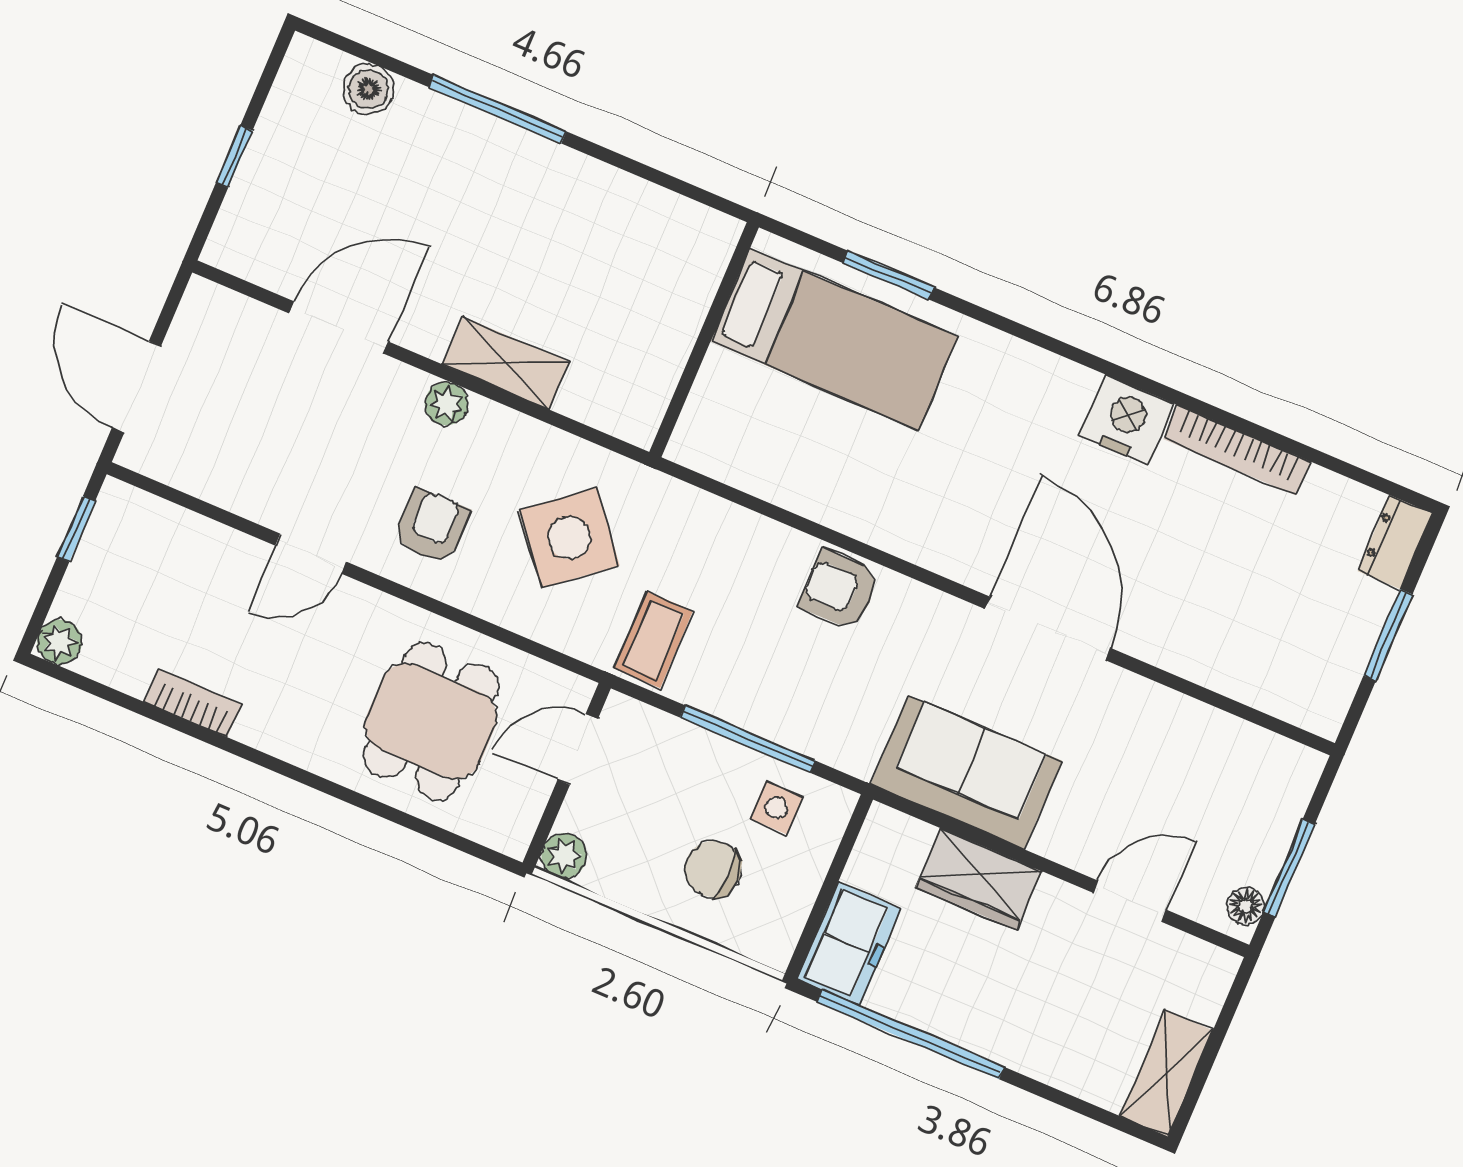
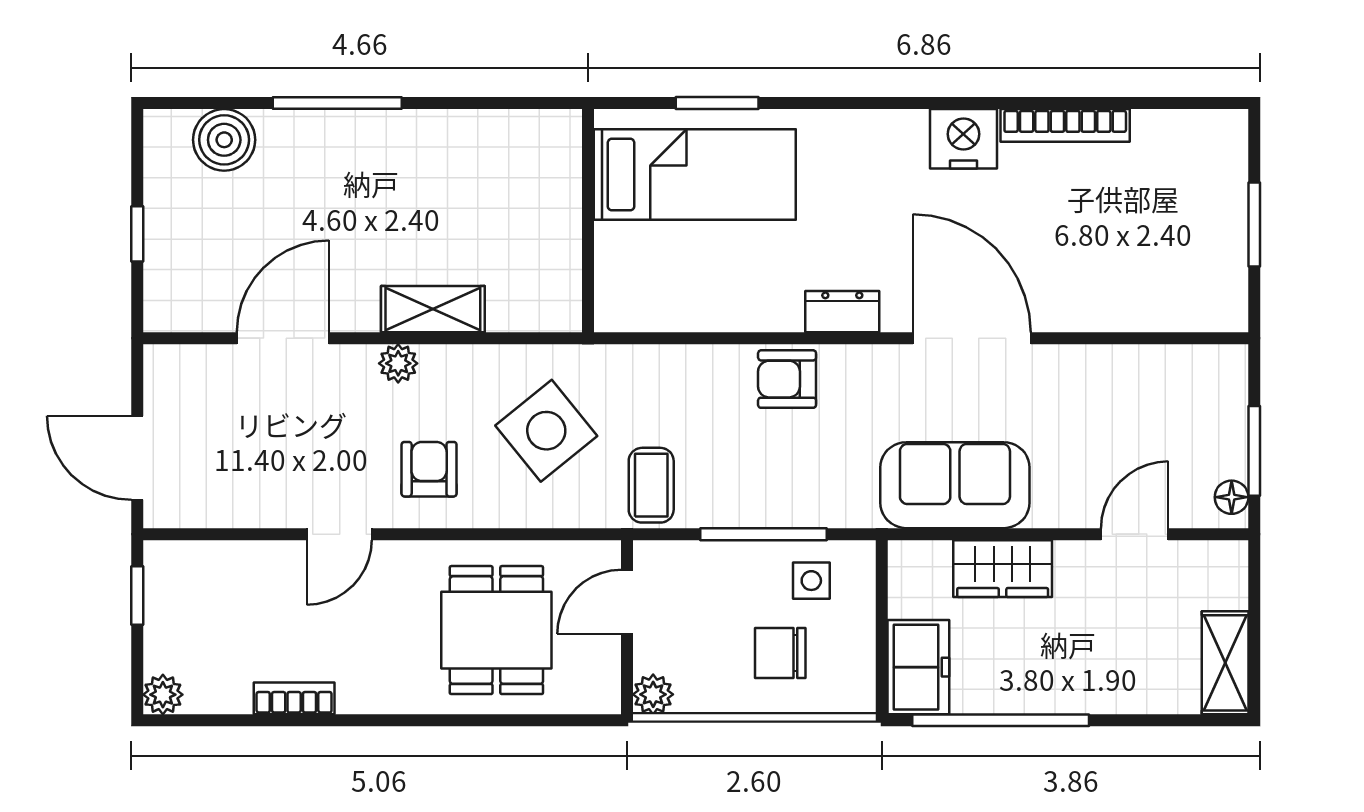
boiler: (369, 89) -> (224, 140), width x1.36, depth x1.36
dresser: (1395, 542) -> (842, 312), moved, turned 90

